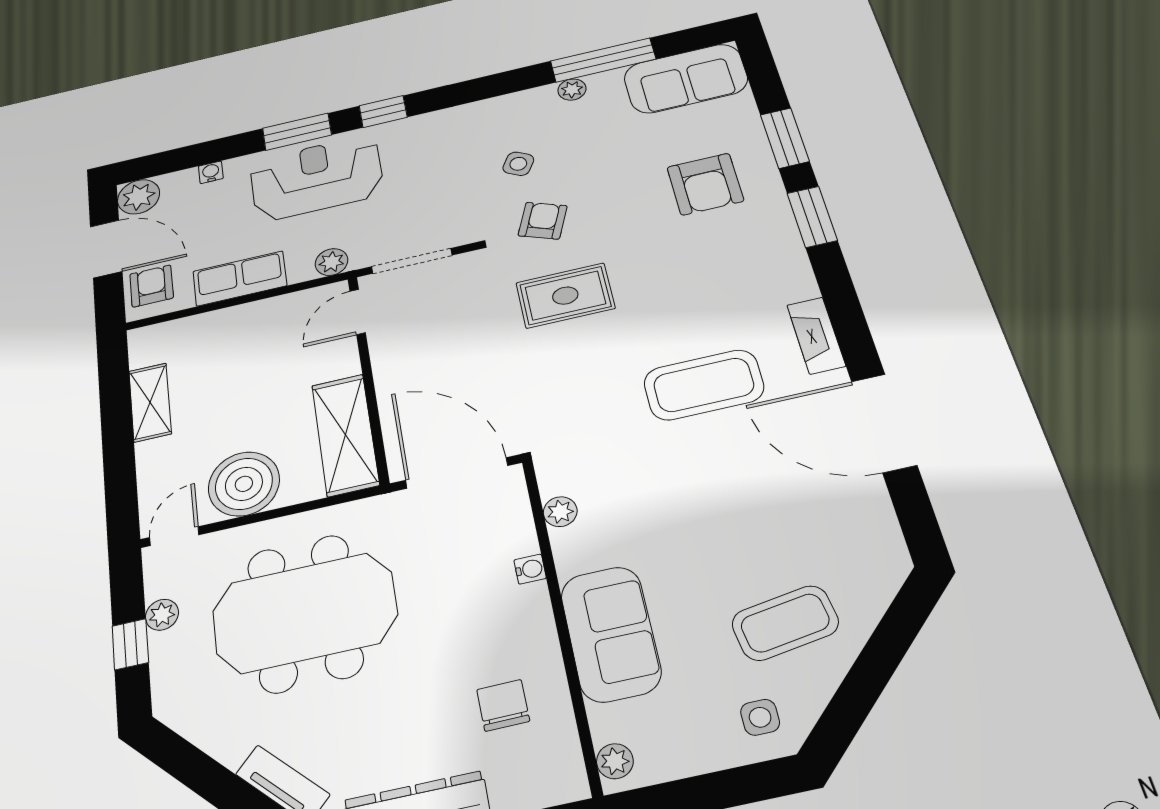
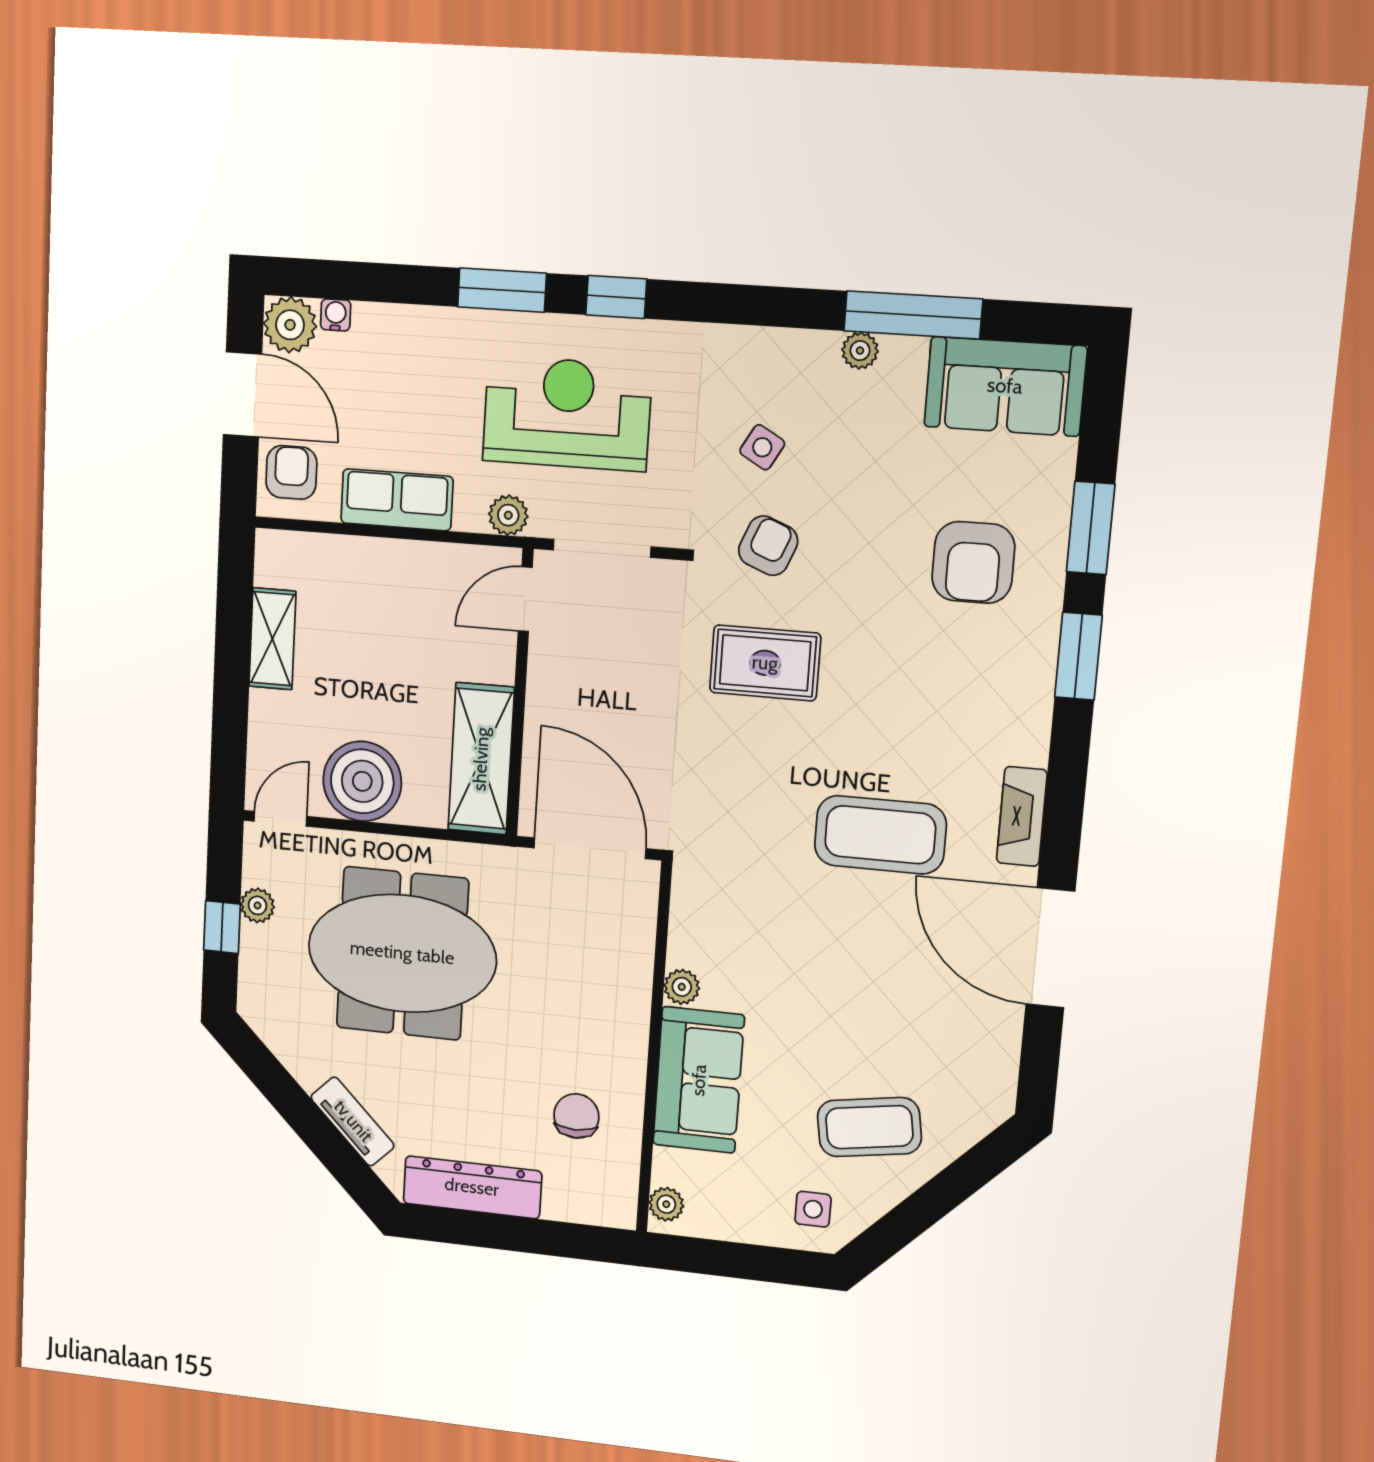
water cooler: (211, 172) -> (336, 315), moved
reception desk: (316, 178) -> (567, 413), moved
plant: (560, 512) -> (682, 987), moved
water cooler: (530, 569) -> (638, 985), removed

